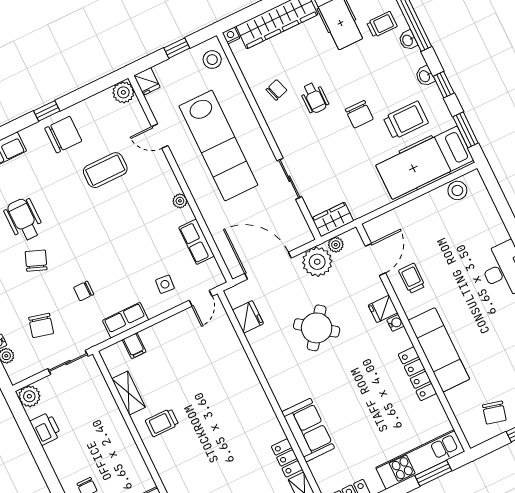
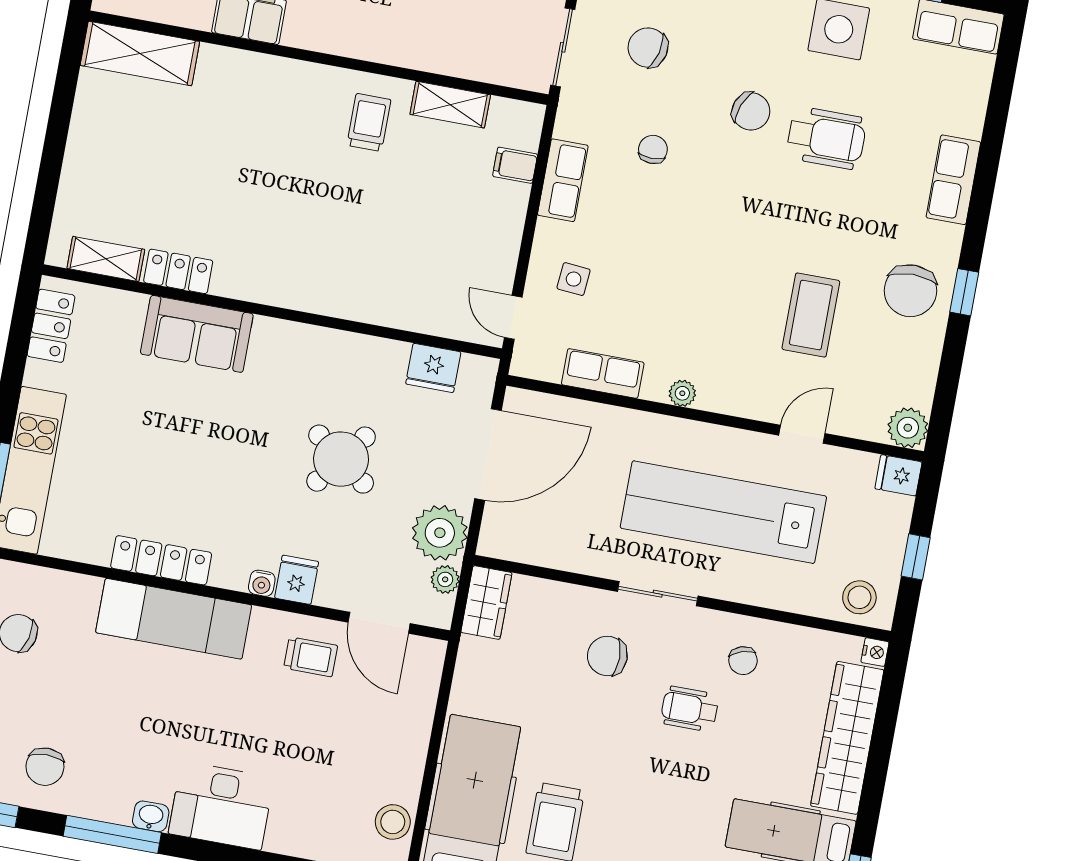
chair: (359, 114) -> (607, 656), moved
sliding door: (289, 179) -> (658, 594), moved

